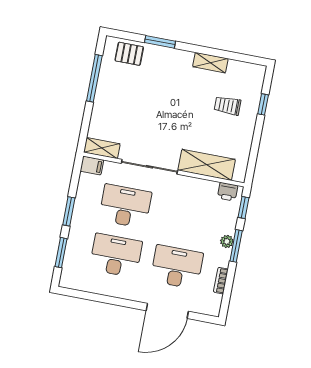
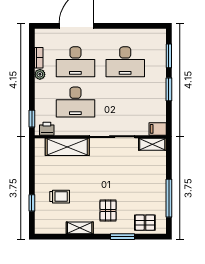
pallet: (172, 77) -> (108, 211), added
desk: (125, 206) -> (75, 102), moved
plant: (227, 241) -> (40, 74), moved
window: (236, 246) -> (32, 87), removed

